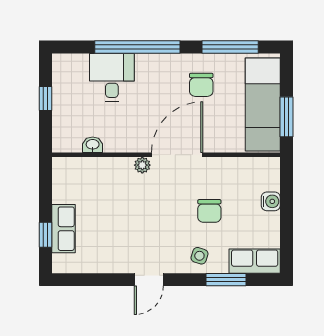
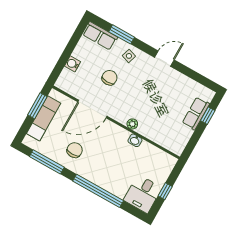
desk: (112, 77) -> (143, 194), moved
exam couch: (263, 104) -> (44, 118), width x0.73, depth x0.69
washbasin: (93, 145) -> (135, 140), moved
door: (177, 155) -> (92, 109), moved

